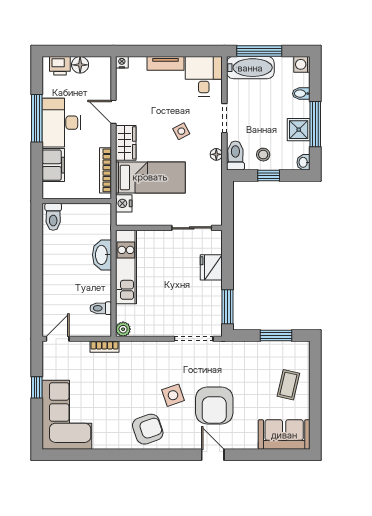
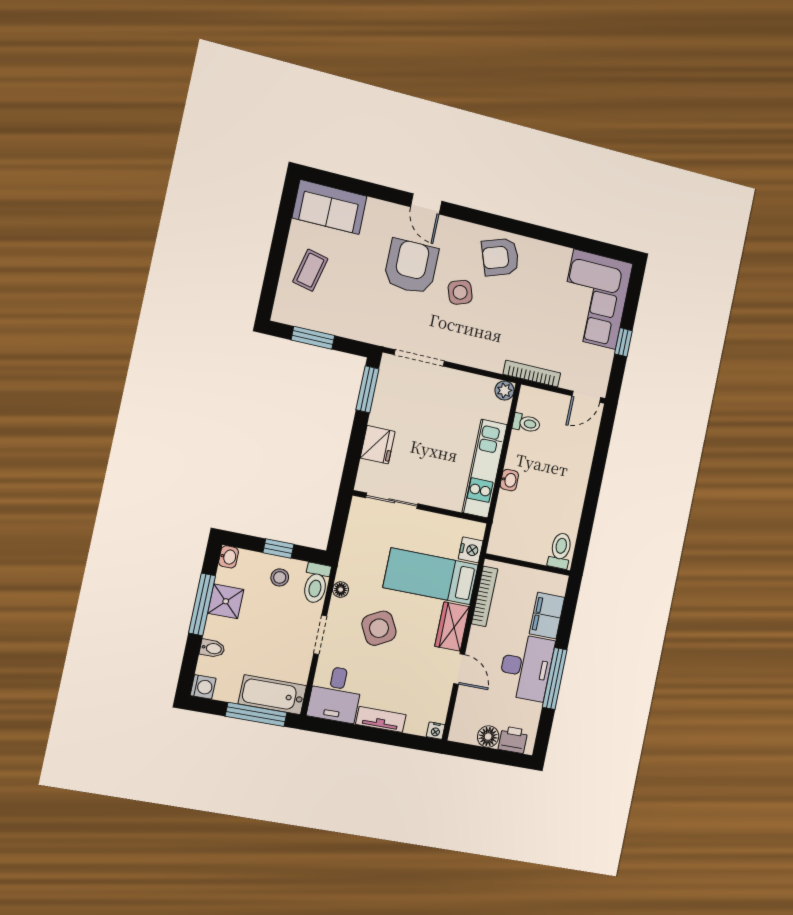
side table: (181, 131) -> (379, 628), width x1.87, depth x1.87
washbasin: (102, 255) -> (509, 480), width x0.52, depth x0.69
bookcase: (104, 347) -> (532, 374), width x1.56

